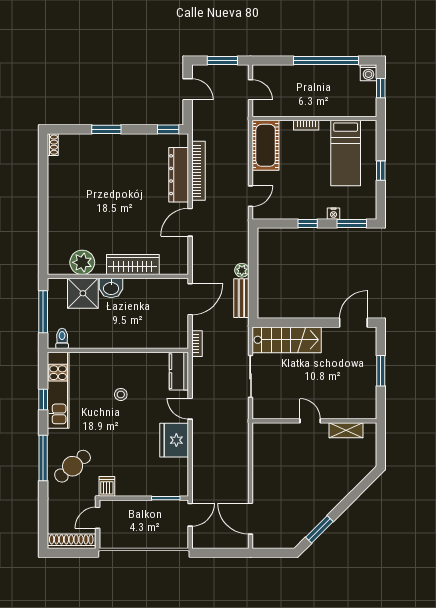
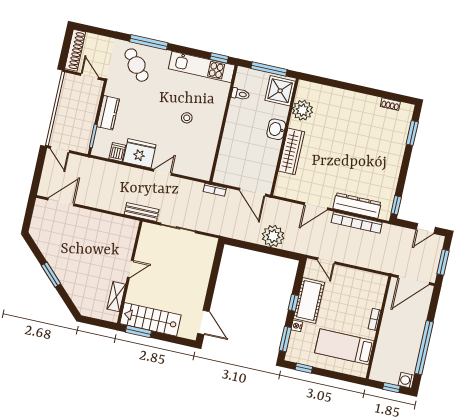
door: (251, 90) -> (414, 280), width x1.87
window: (106, 129) -> (412, 133), moved
shoe rack: (53, 145) -> (390, 104), moved
cot: (266, 145) -> (309, 300), moved, turned 90
window: (381, 171) -> (304, 368), moved
door: (190, 222) -> (316, 206), swing flipped
plant: (242, 270) -> (273, 236), width x1.88, depth x1.88
shower: (83, 293) -> (280, 91), moved
bench: (241, 298) -> (142, 212), moved
toilet: (62, 338) -> (240, 94), moved
stairs: (287, 340) -> (150, 319), moved, turned 90
kitchen counter: (179, 371) -> (108, 113), moved, turned 90
window: (381, 371) -> (138, 331), moved
window: (43, 400) -> (219, 58), moved
dishwasher: (107, 486) -> (117, 152), moved, turned -90
door: (190, 515) -> (60, 150), moved
window: (319, 529) -> (51, 275), moved

